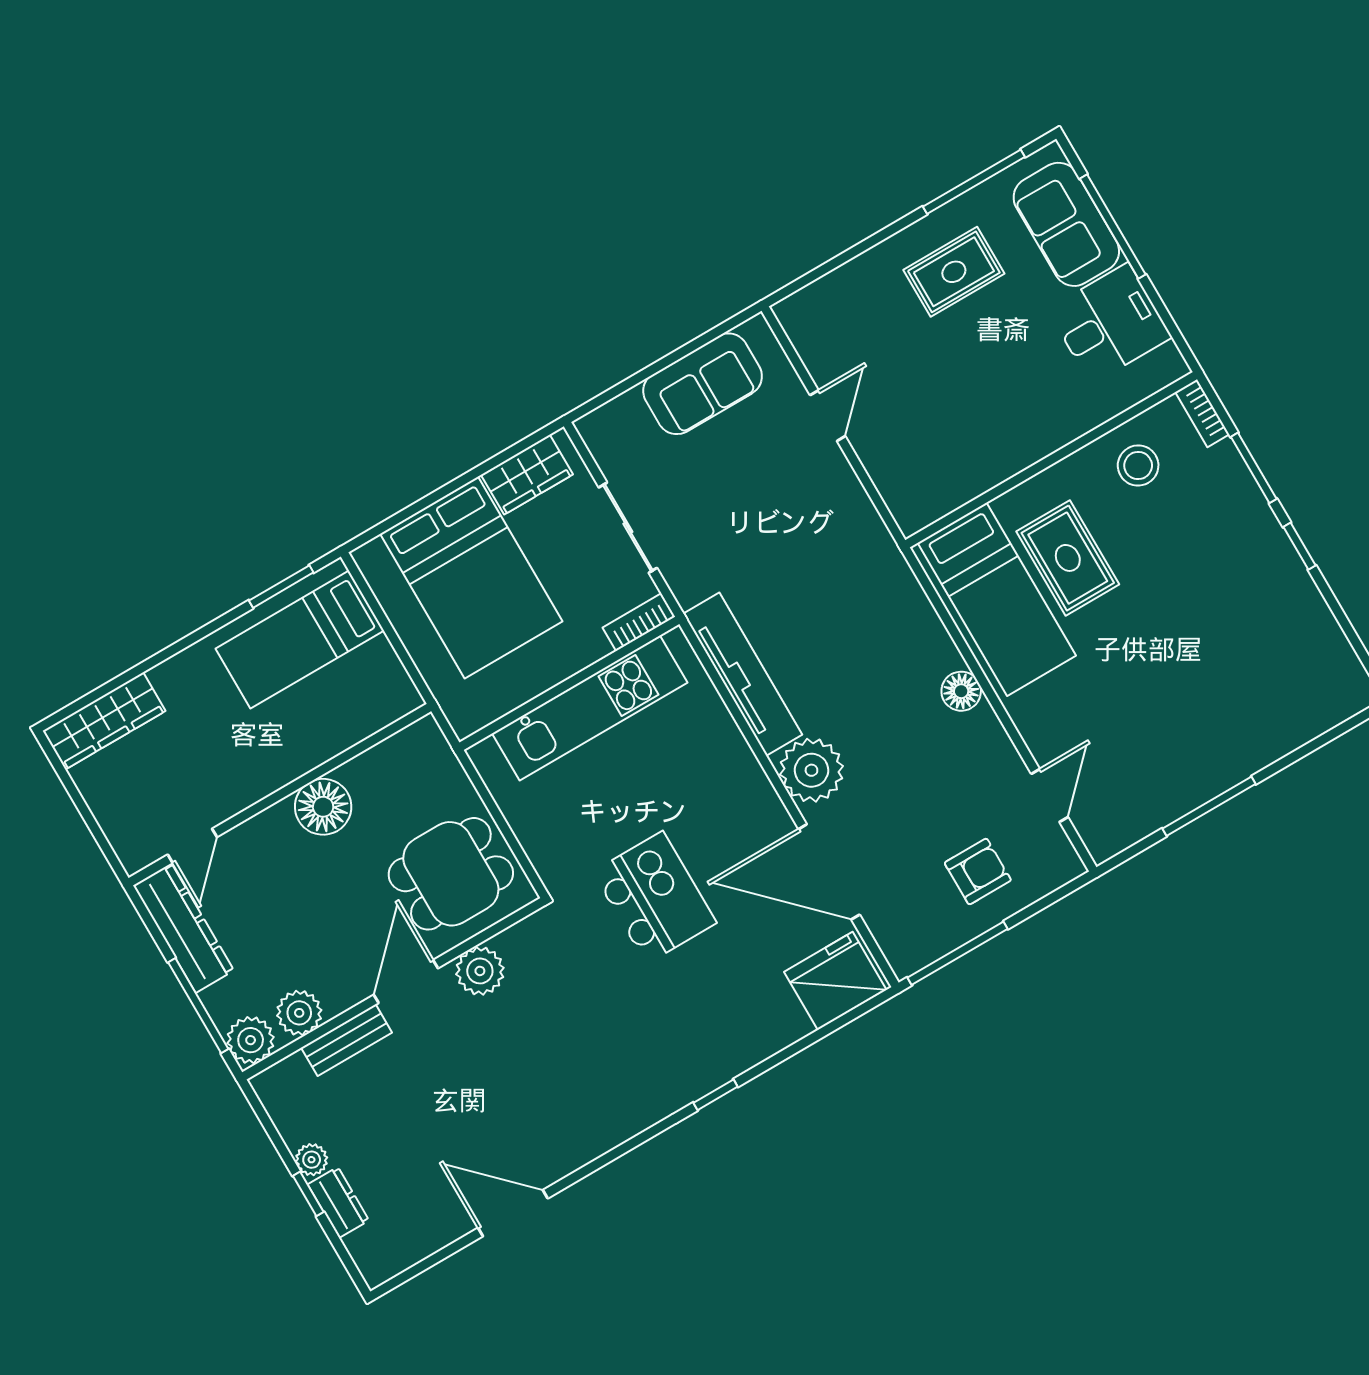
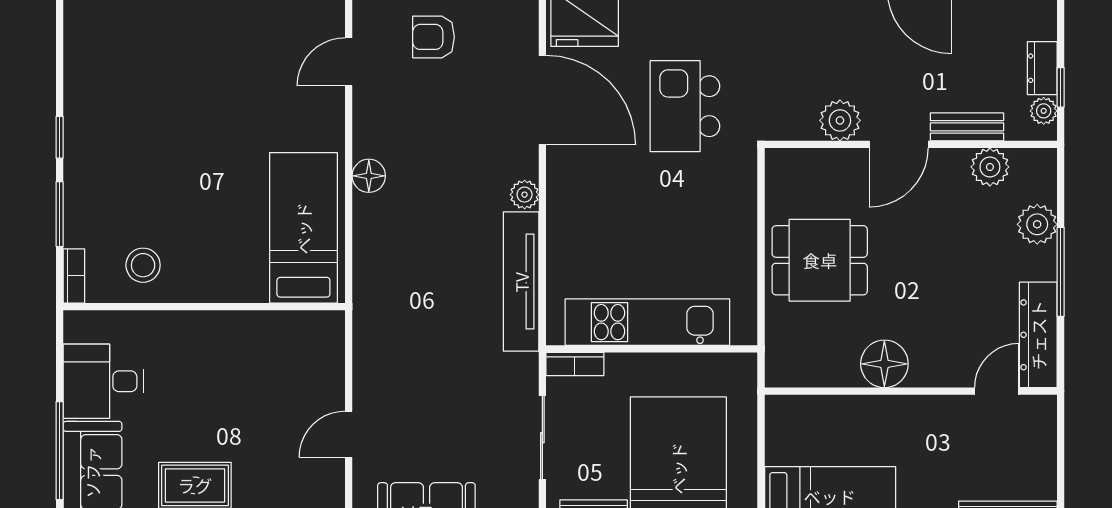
rug: (1068, 558) -> (234, 228), removed
plant: (811, 770) -> (525, 195), width x0.53, depth x0.53
kitchen island: (655, 897) -> (685, 106), moved
plant: (480, 971) -> (840, 120), moved
door: (406, 981) -> (899, 144), moved
wall: (393, 989) -> (911, 144), moved
plant: (299, 1013) -> (990, 167), moved
bench: (347, 1040) -> (967, 127), moved

